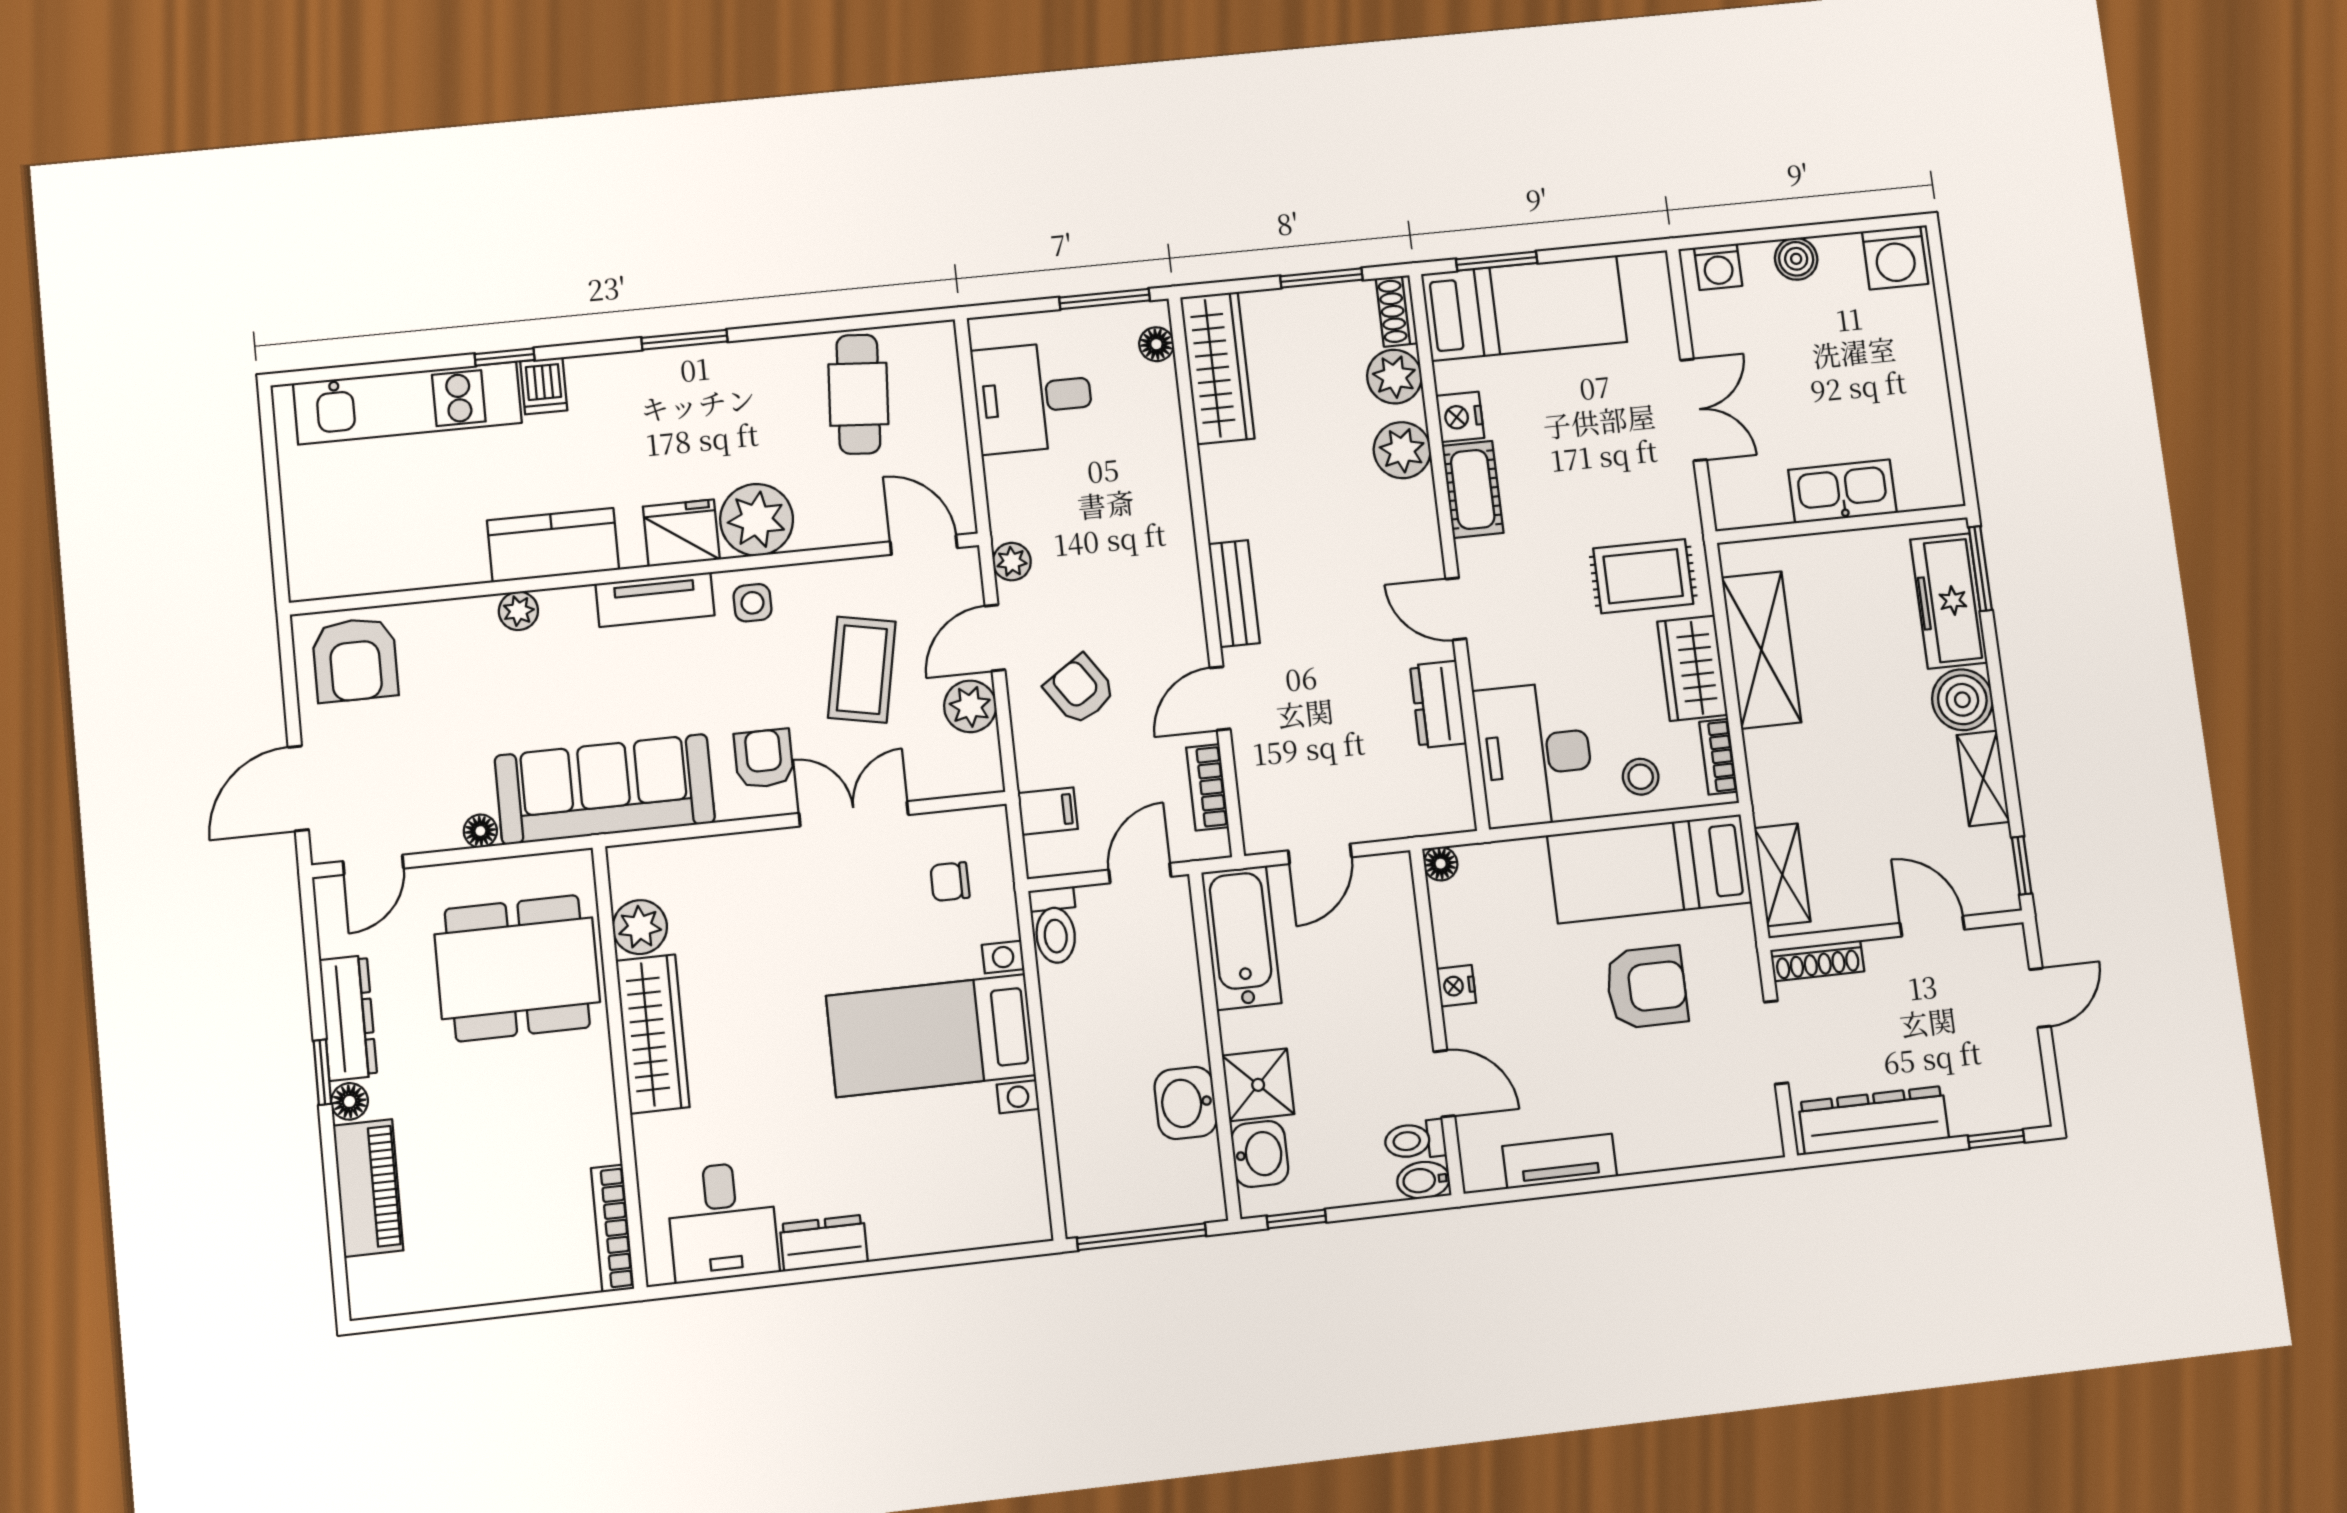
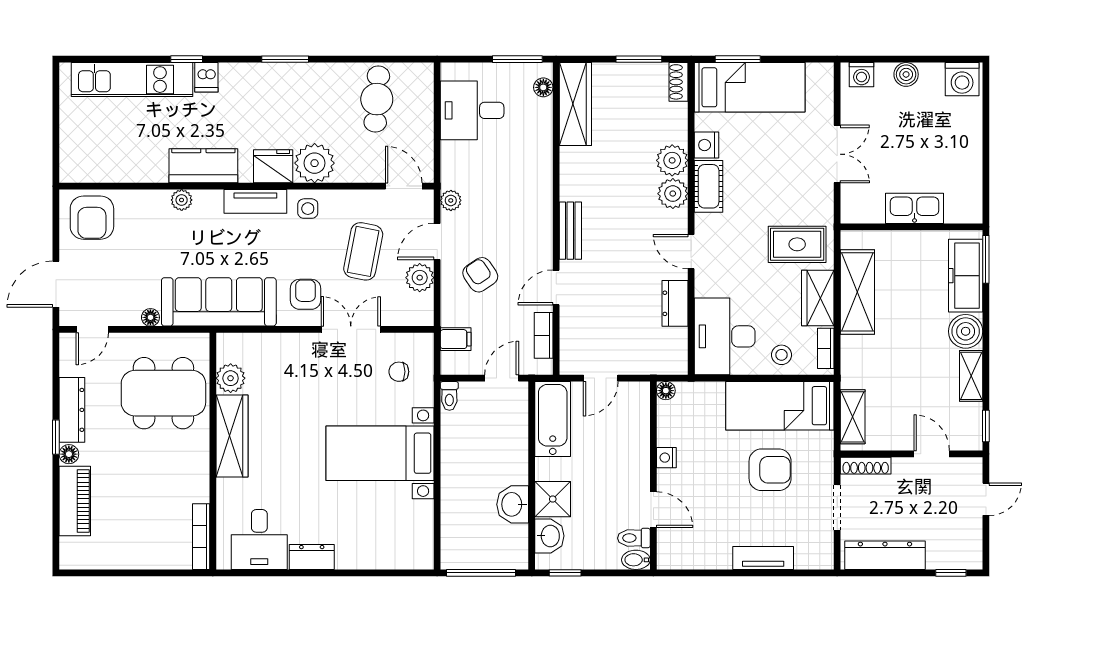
plant: (1394, 377) -> (673, 194), moved
toilet: (1055, 926) -> (449, 396), width x0.73, depth x0.72
tv unit: (1560, 1161) -> (763, 558), moved

